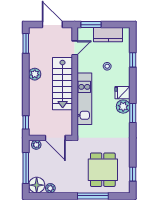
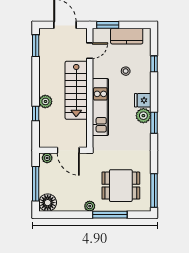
plant: (35, 74) -> (45, 101), moved
window: (26, 122) -> (36, 113), moved
dining table: (103, 170) -> (121, 186), turned 90
window: (133, 174) -> (154, 191), width x2.17
plant: (50, 188) -> (90, 206), moved

